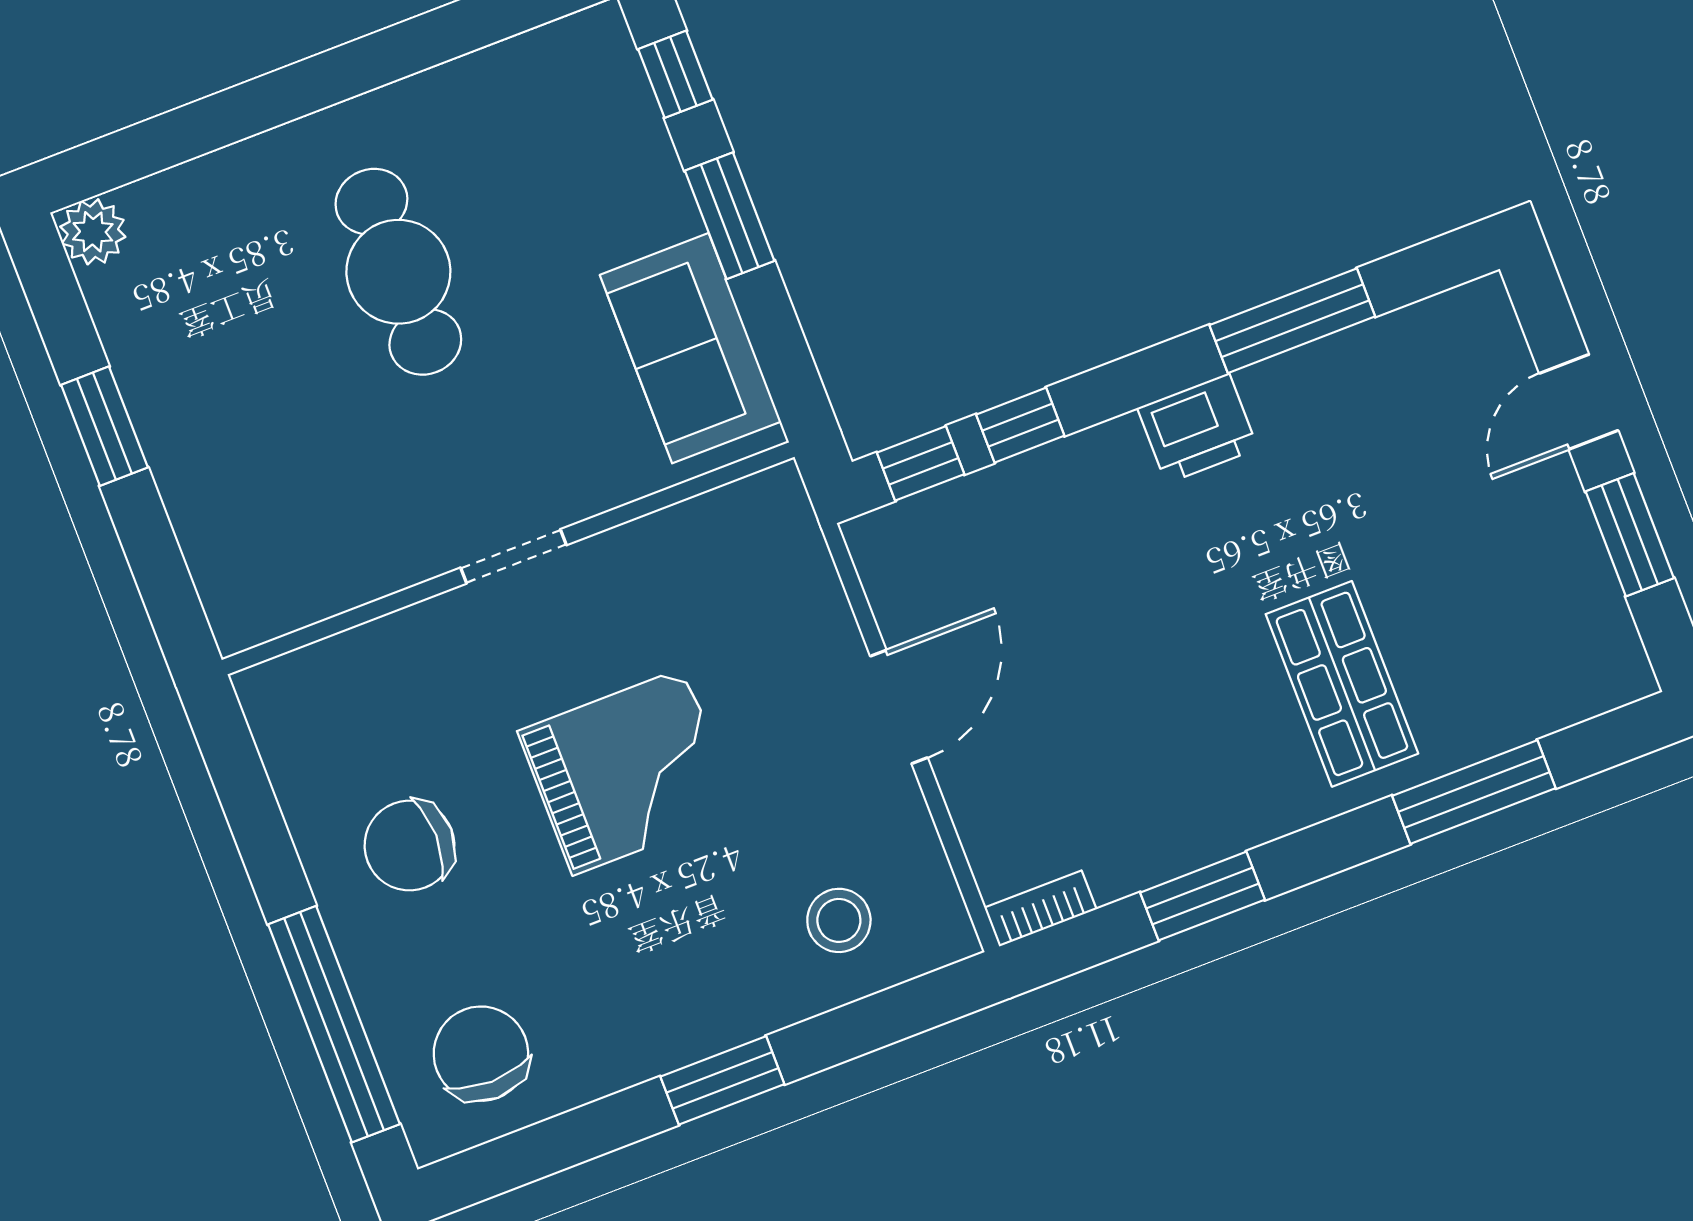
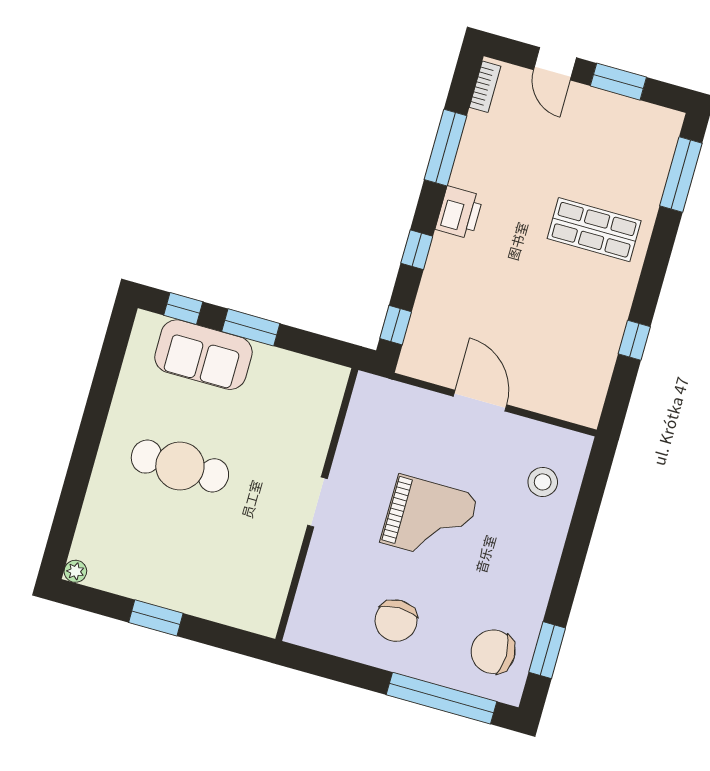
plant: (93, 232) -> (75, 571), width x0.73, depth x0.73
sofa: (690, 348) -> (203, 355), moved
window: (1020, 425) -> (417, 250), moved
grand piano: (628, 771) -> (429, 519), turned 90
window: (1474, 792) -> (681, 175), moved
window: (1202, 896) -> (634, 340), width x0.67
bookcase: (1040, 908) -> (485, 87), moved, turned 180
window: (722, 1080) -> (547, 650), moved

